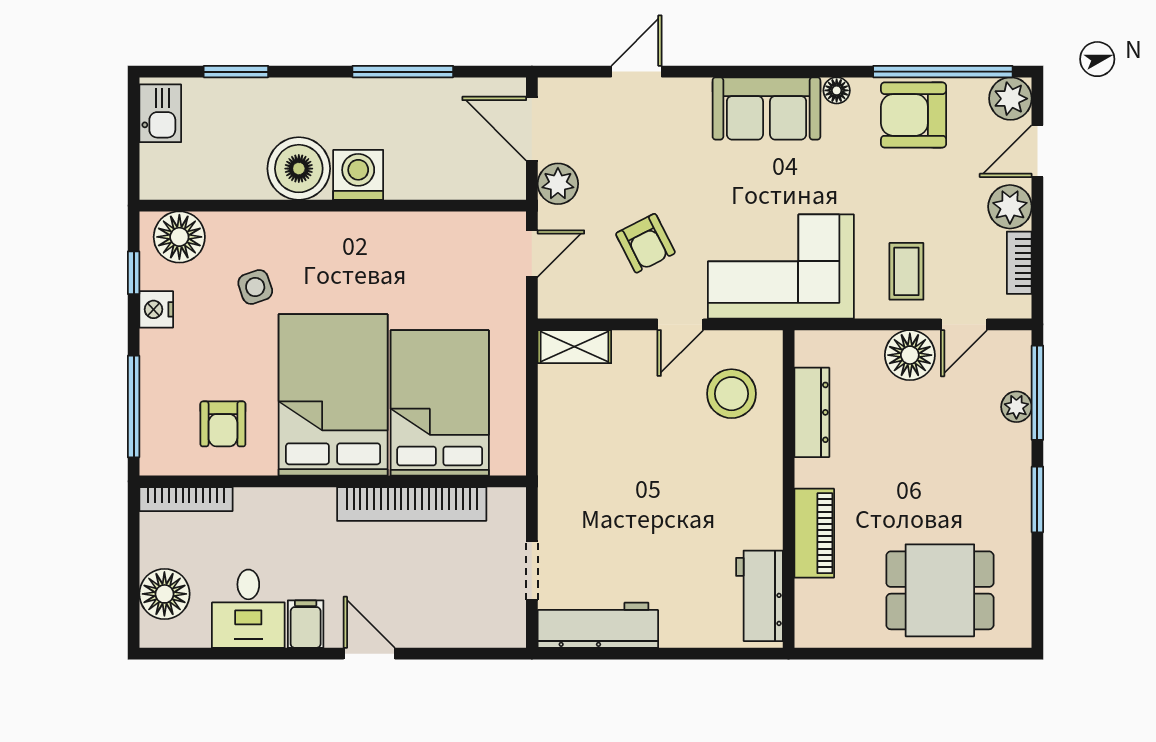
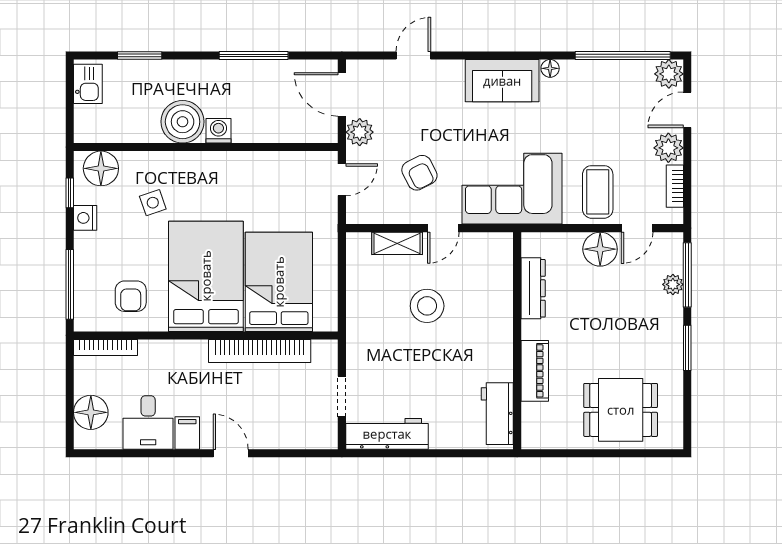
armchair: (914, 115) -> (603, 85), removed
washing machine: (358, 175) -> (218, 131), width x0.73, depth x0.73
coffee table: (906, 271) -> (598, 192), width x1.36, depth x1.30
shelving: (574, 347) -> (397, 243), moved
stool: (731, 394) -> (427, 306), moved

